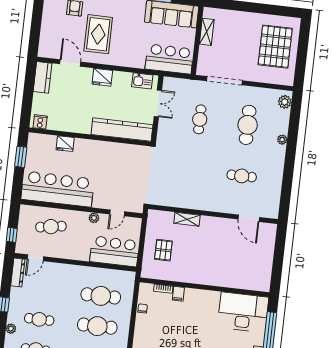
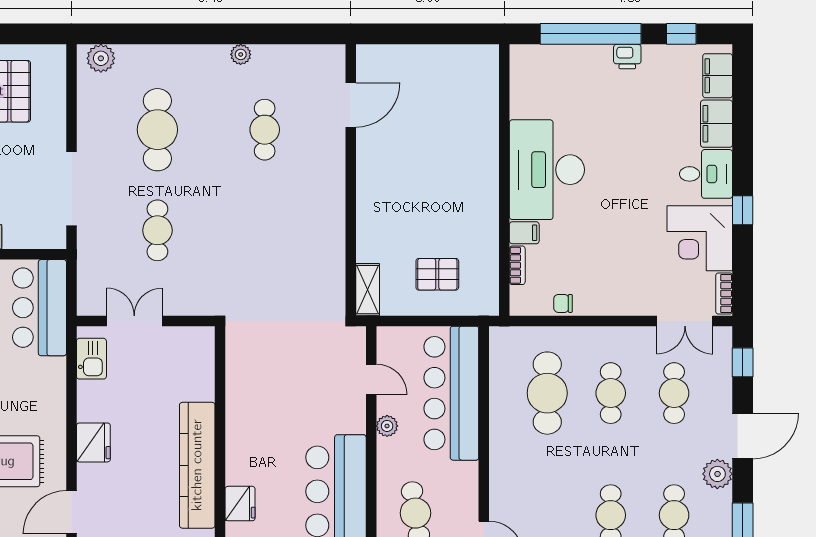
cafe table: (200, 119) -> (157, 230), turned 90
cafe table: (248, 125) -> (157, 130), turned 90
kitchen counter: (122, 130) -> (197, 465), moved
plant: (282, 140) -> (241, 54), moved
shelving: (187, 219) -> (368, 290), moved
bar counter: (115, 251) -> (451, 393), width x1.36
desk: (243, 312) -> (547, 170), moved
cafe table: (97, 326) -> (611, 393), width x0.73, depth x0.74

